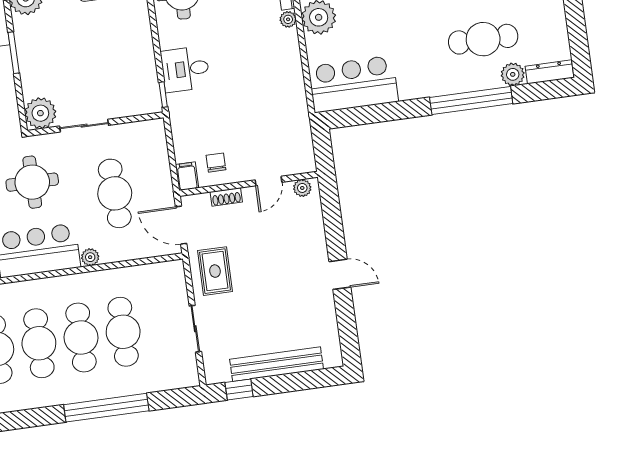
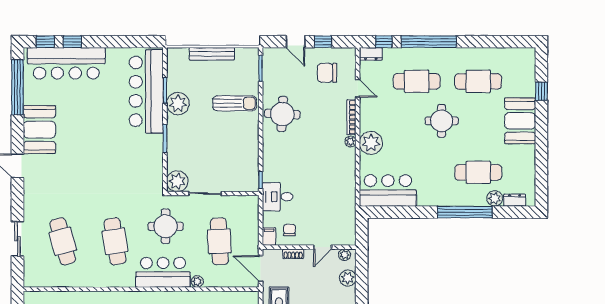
desk: (185, 69) -> (278, 197), moved
dresser: (549, 72) -> (515, 200), width x0.70
plant: (312, 222) -> (348, 278), added

